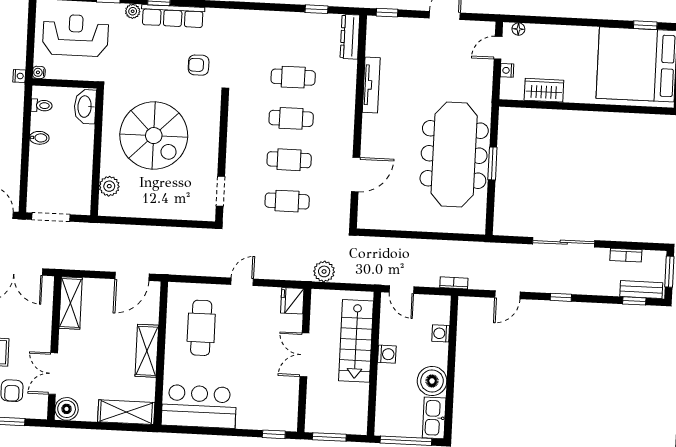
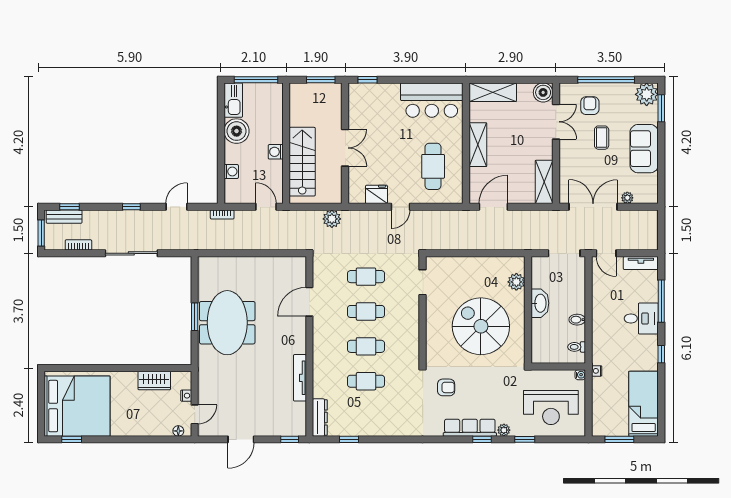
washbasin: (85, 107) -> (540, 303), moved
meeting table: (454, 154) -> (227, 323), width x0.73
fridge: (292, 301) -> (376, 194), moved, turned -90

